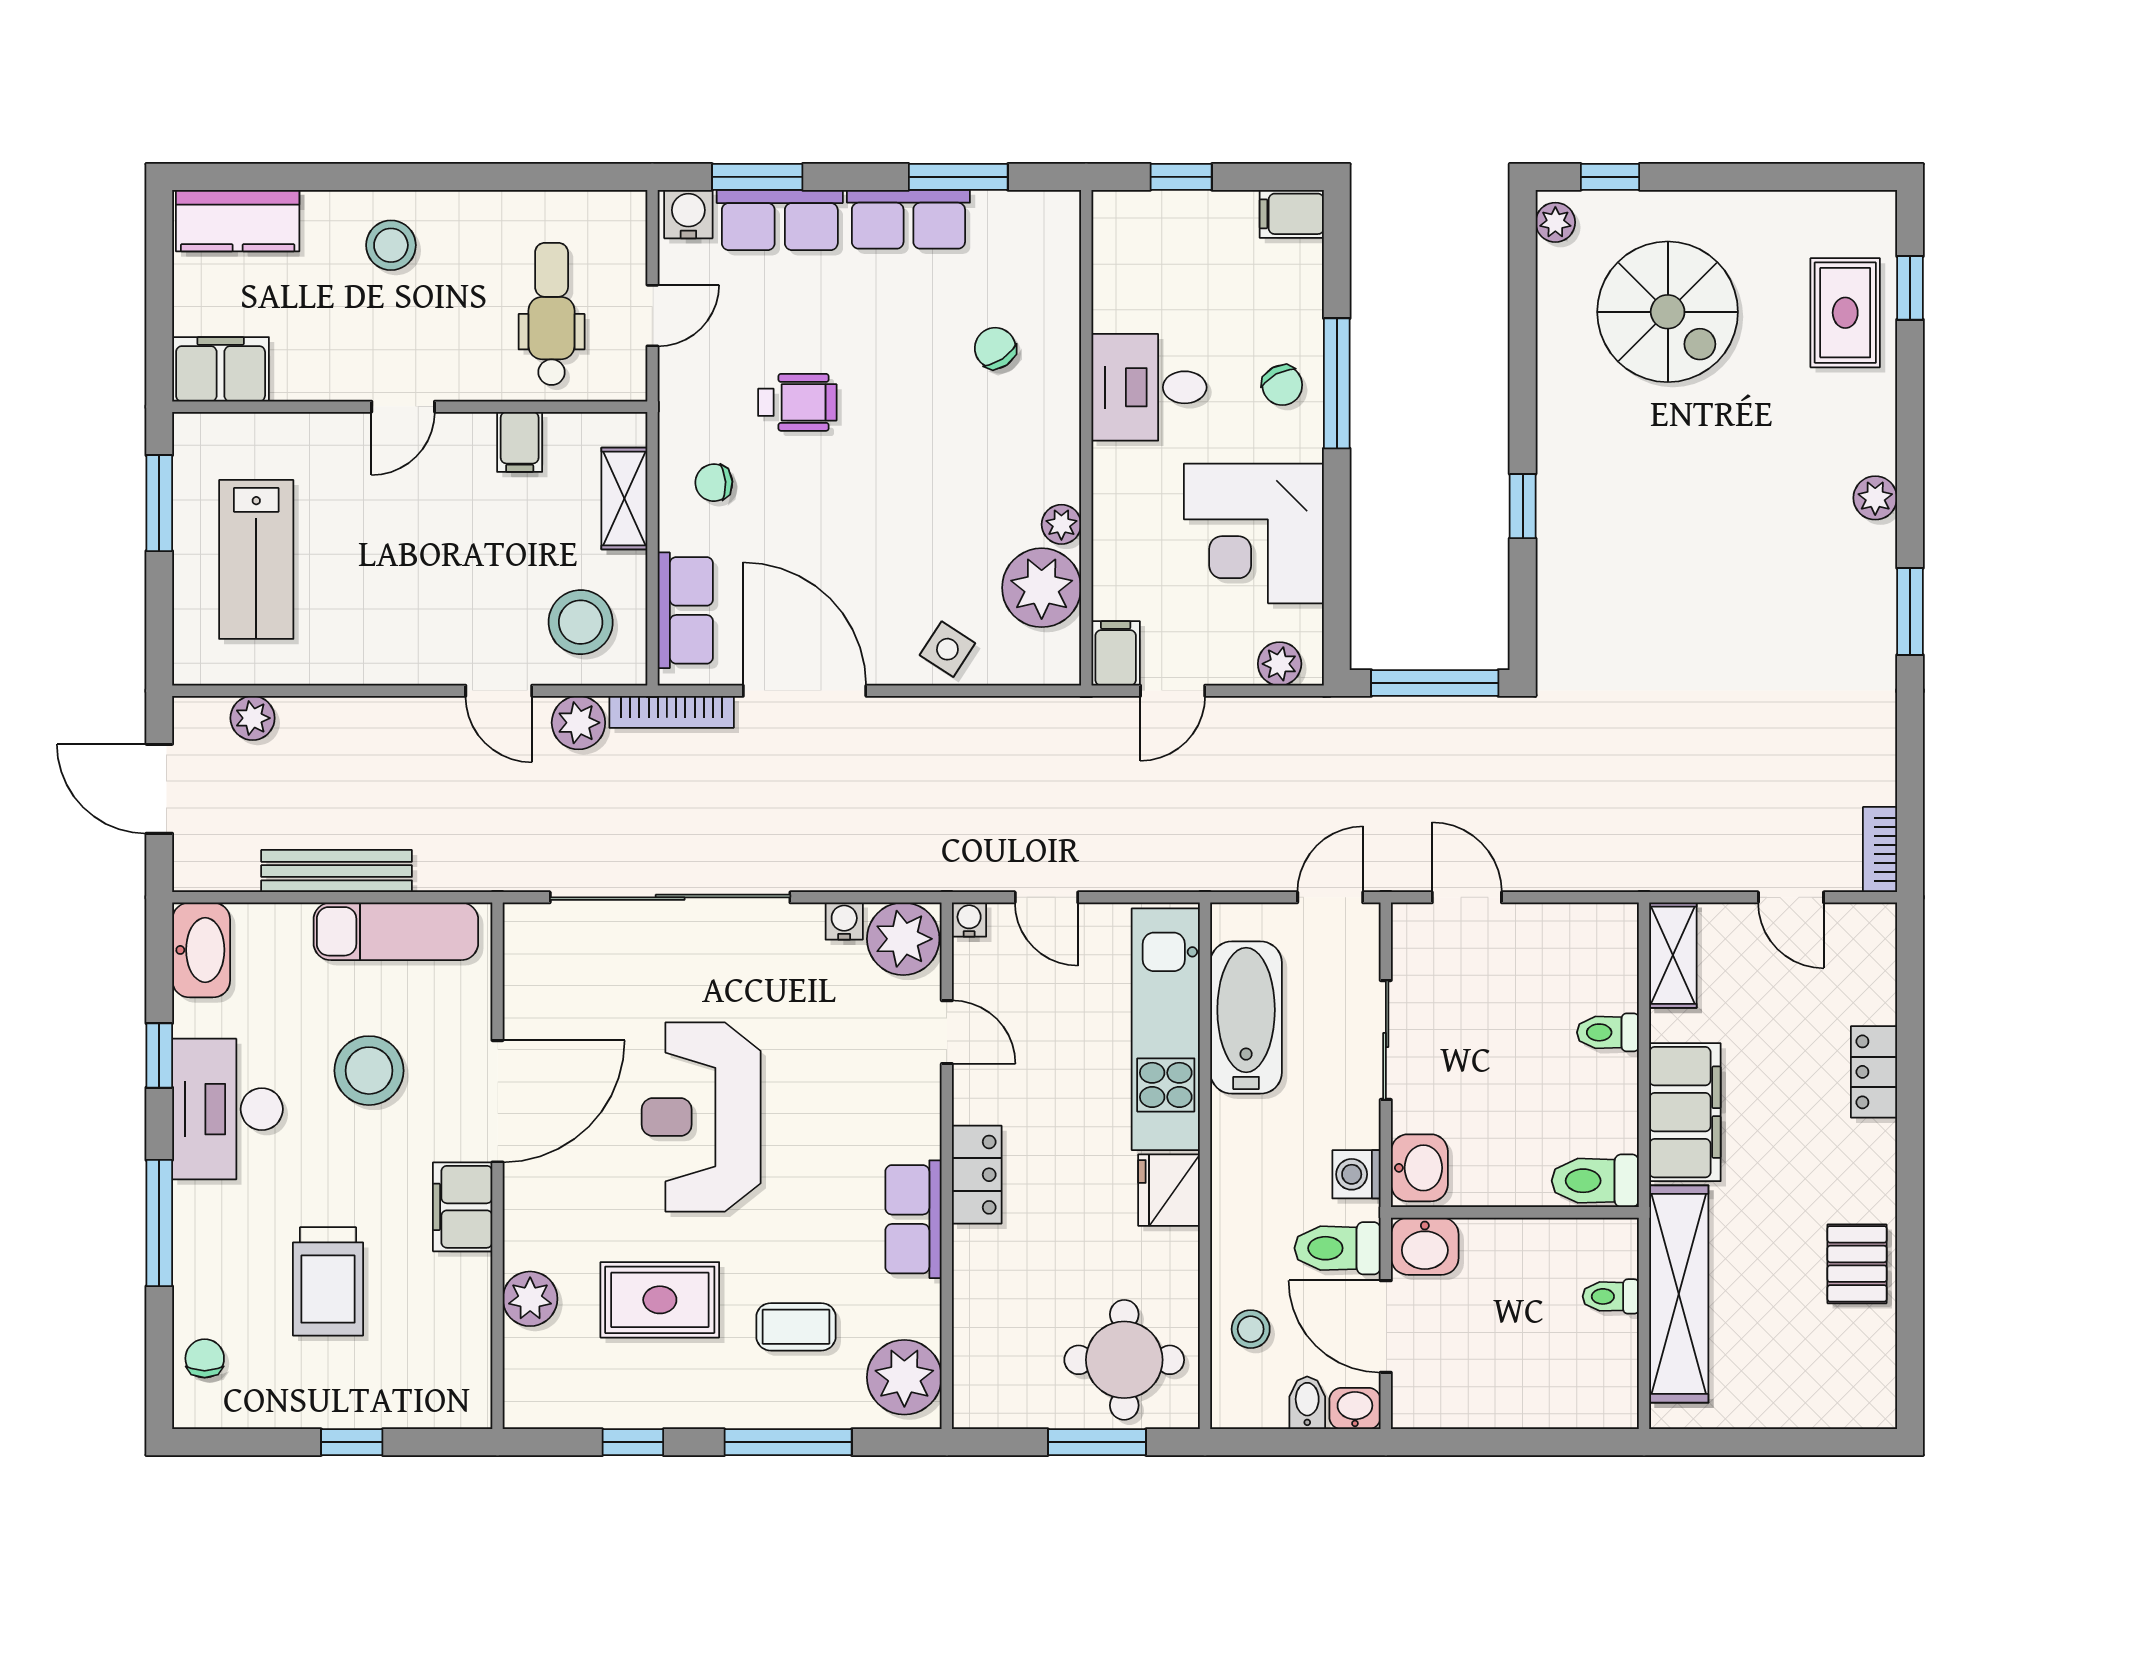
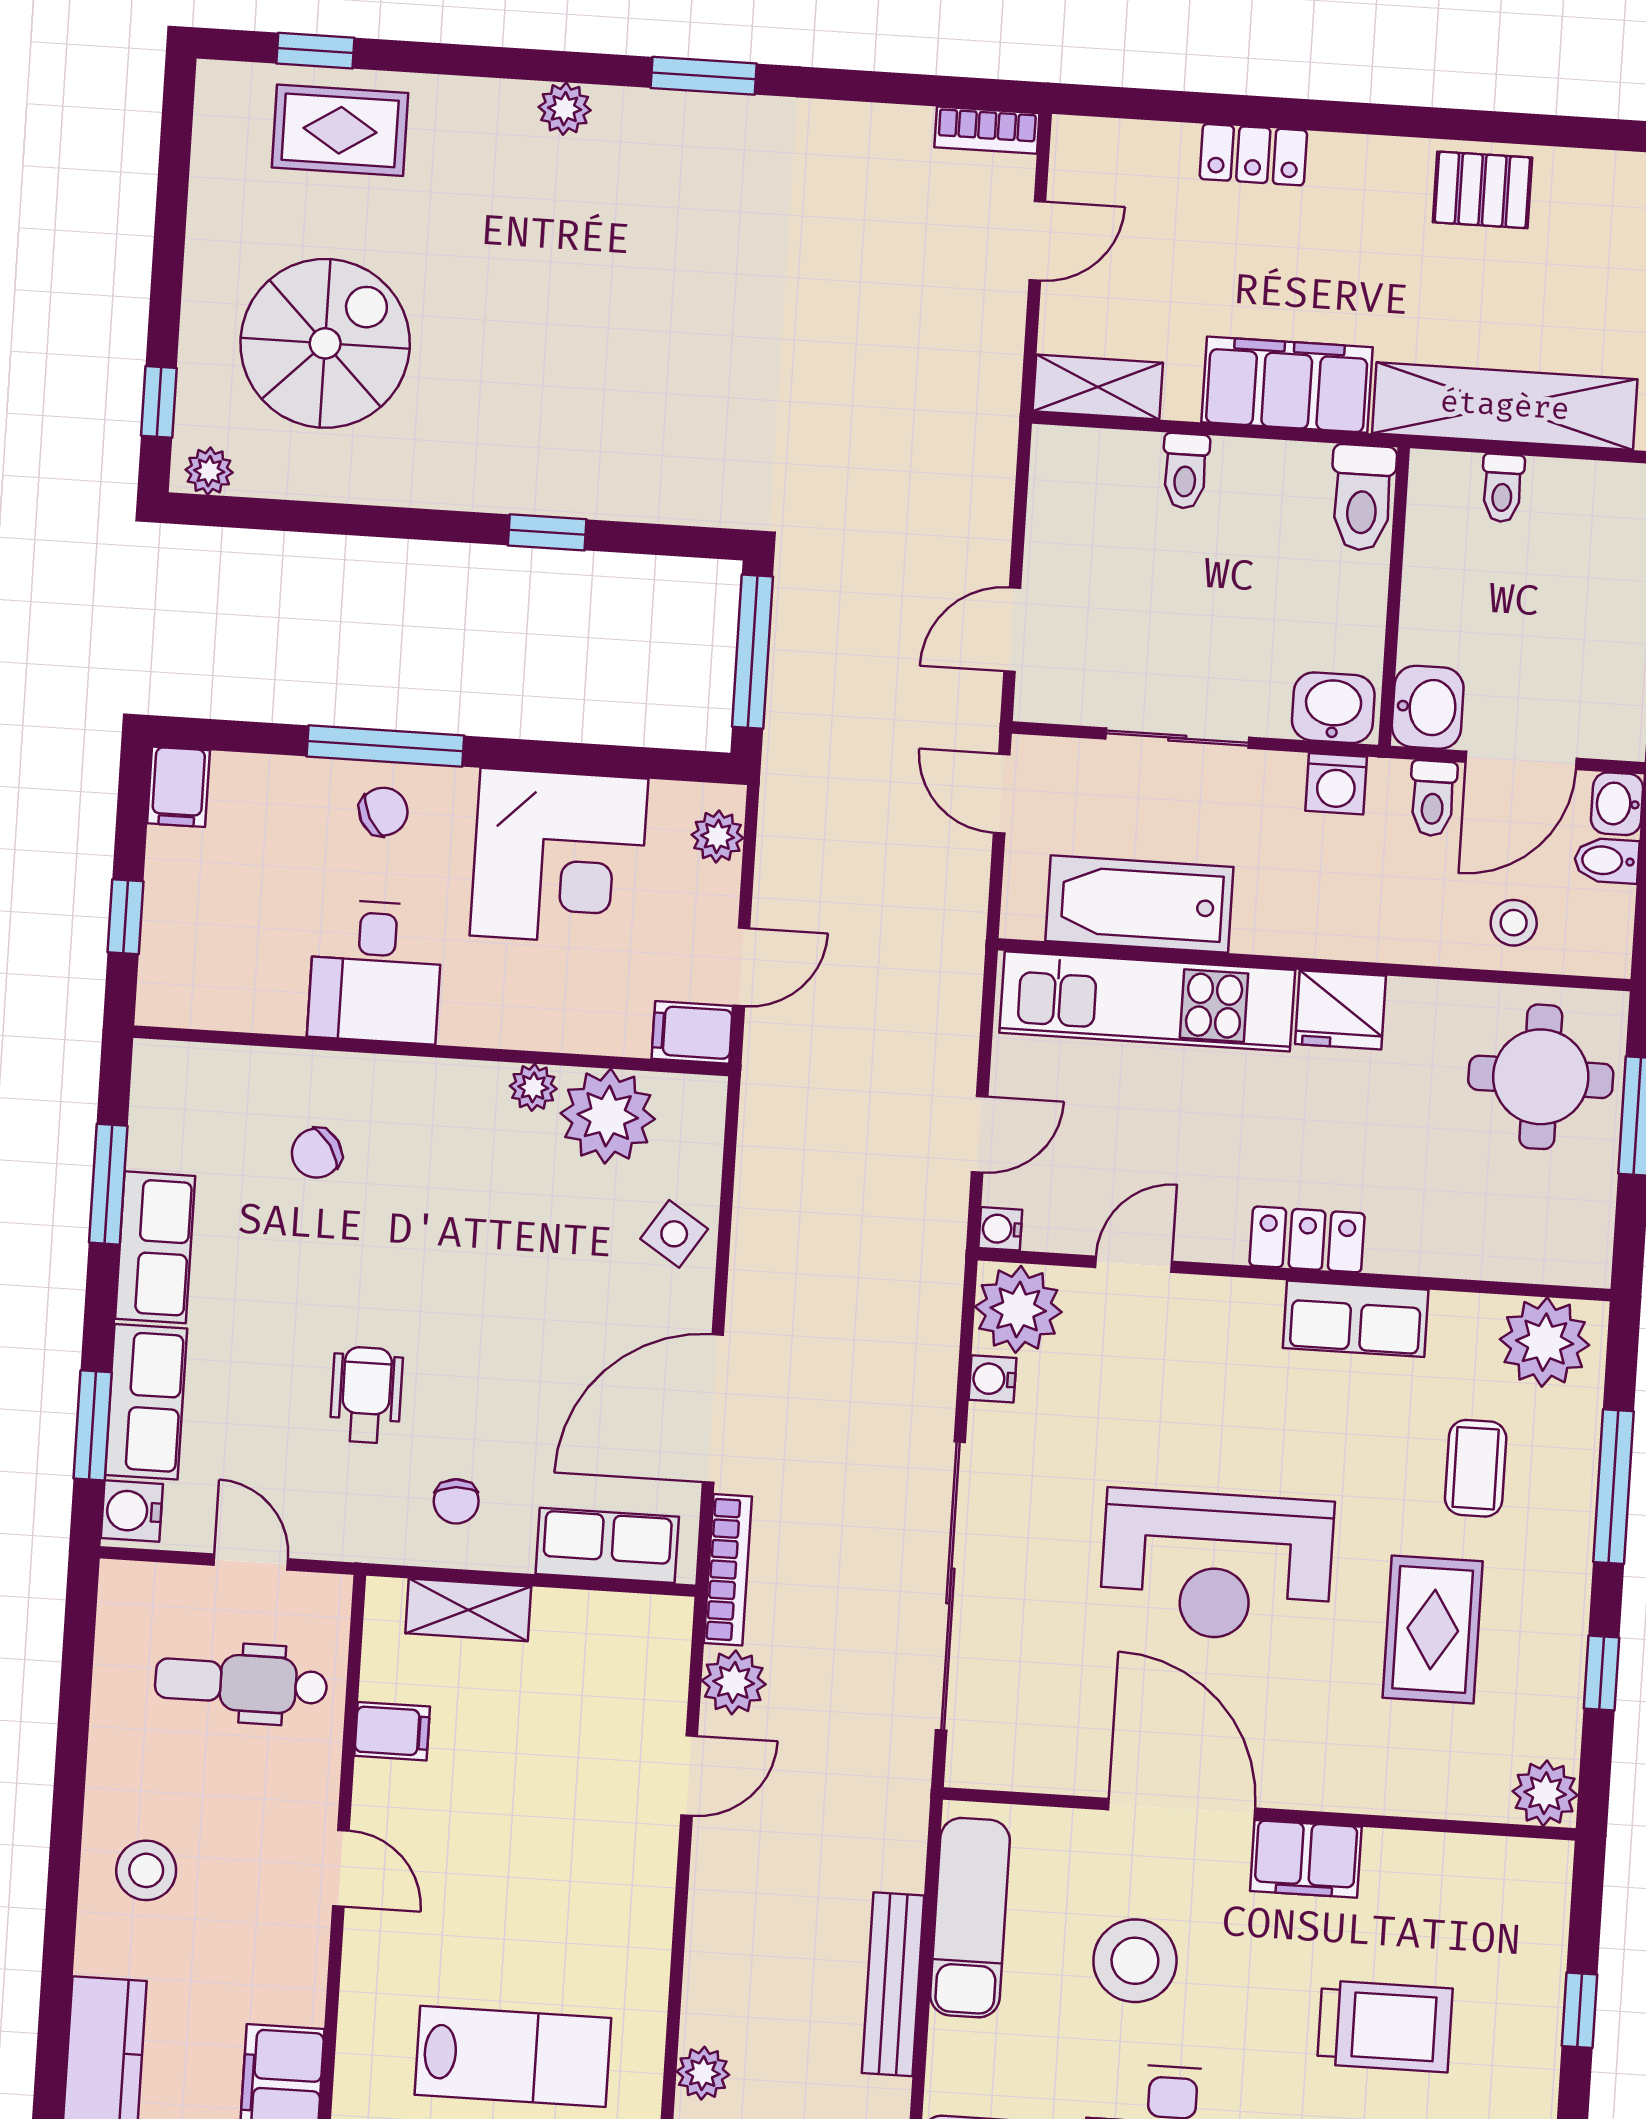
stool: (581, 622) -> (613, 1672), removed
door: (1173, 691) -> (742, 967), hinge flipped
toilet: (1338, 1248) -> (1433, 798), width x0.73, depth x0.72
plant: (530, 1299) -> (1545, 1793), moved

